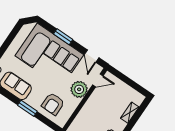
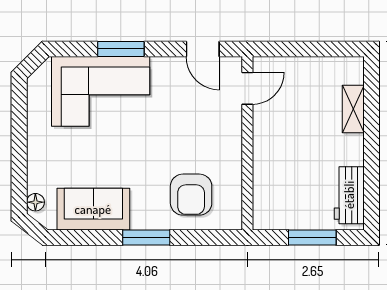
corner sofa: (49, 55) -> (101, 91), width x0.73, depth x0.74
plant: (79, 89) -> (223, 131), removed

